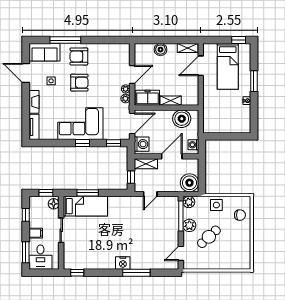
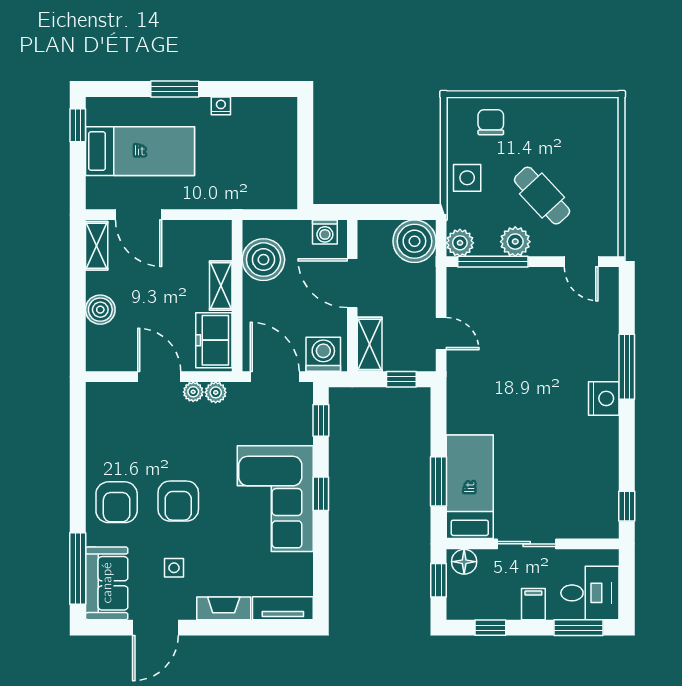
window: (65, 40) -> (78, 568), moved
armchair: (79, 83) -> (178, 501), turned 180

